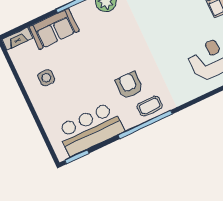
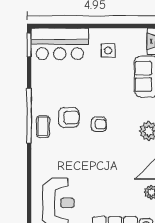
armchair: (122, 53) -> (99, 124), added
bar counter: (90, 129) -> (60, 44), moved, turned 90

